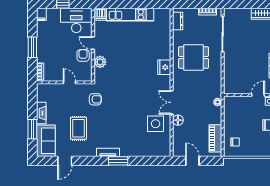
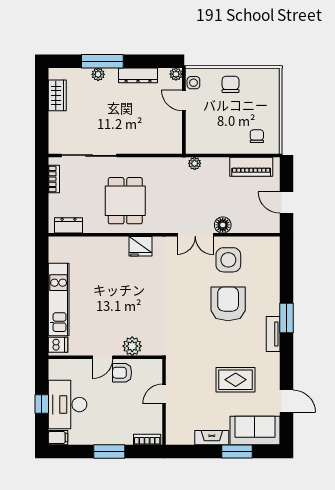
desk: (76, 20) -> (67, 405), moved
armchair: (95, 99) -> (228, 304), moved, width x1.88, depth x1.88
door: (192, 161) -> (286, 203), hinge flipped

